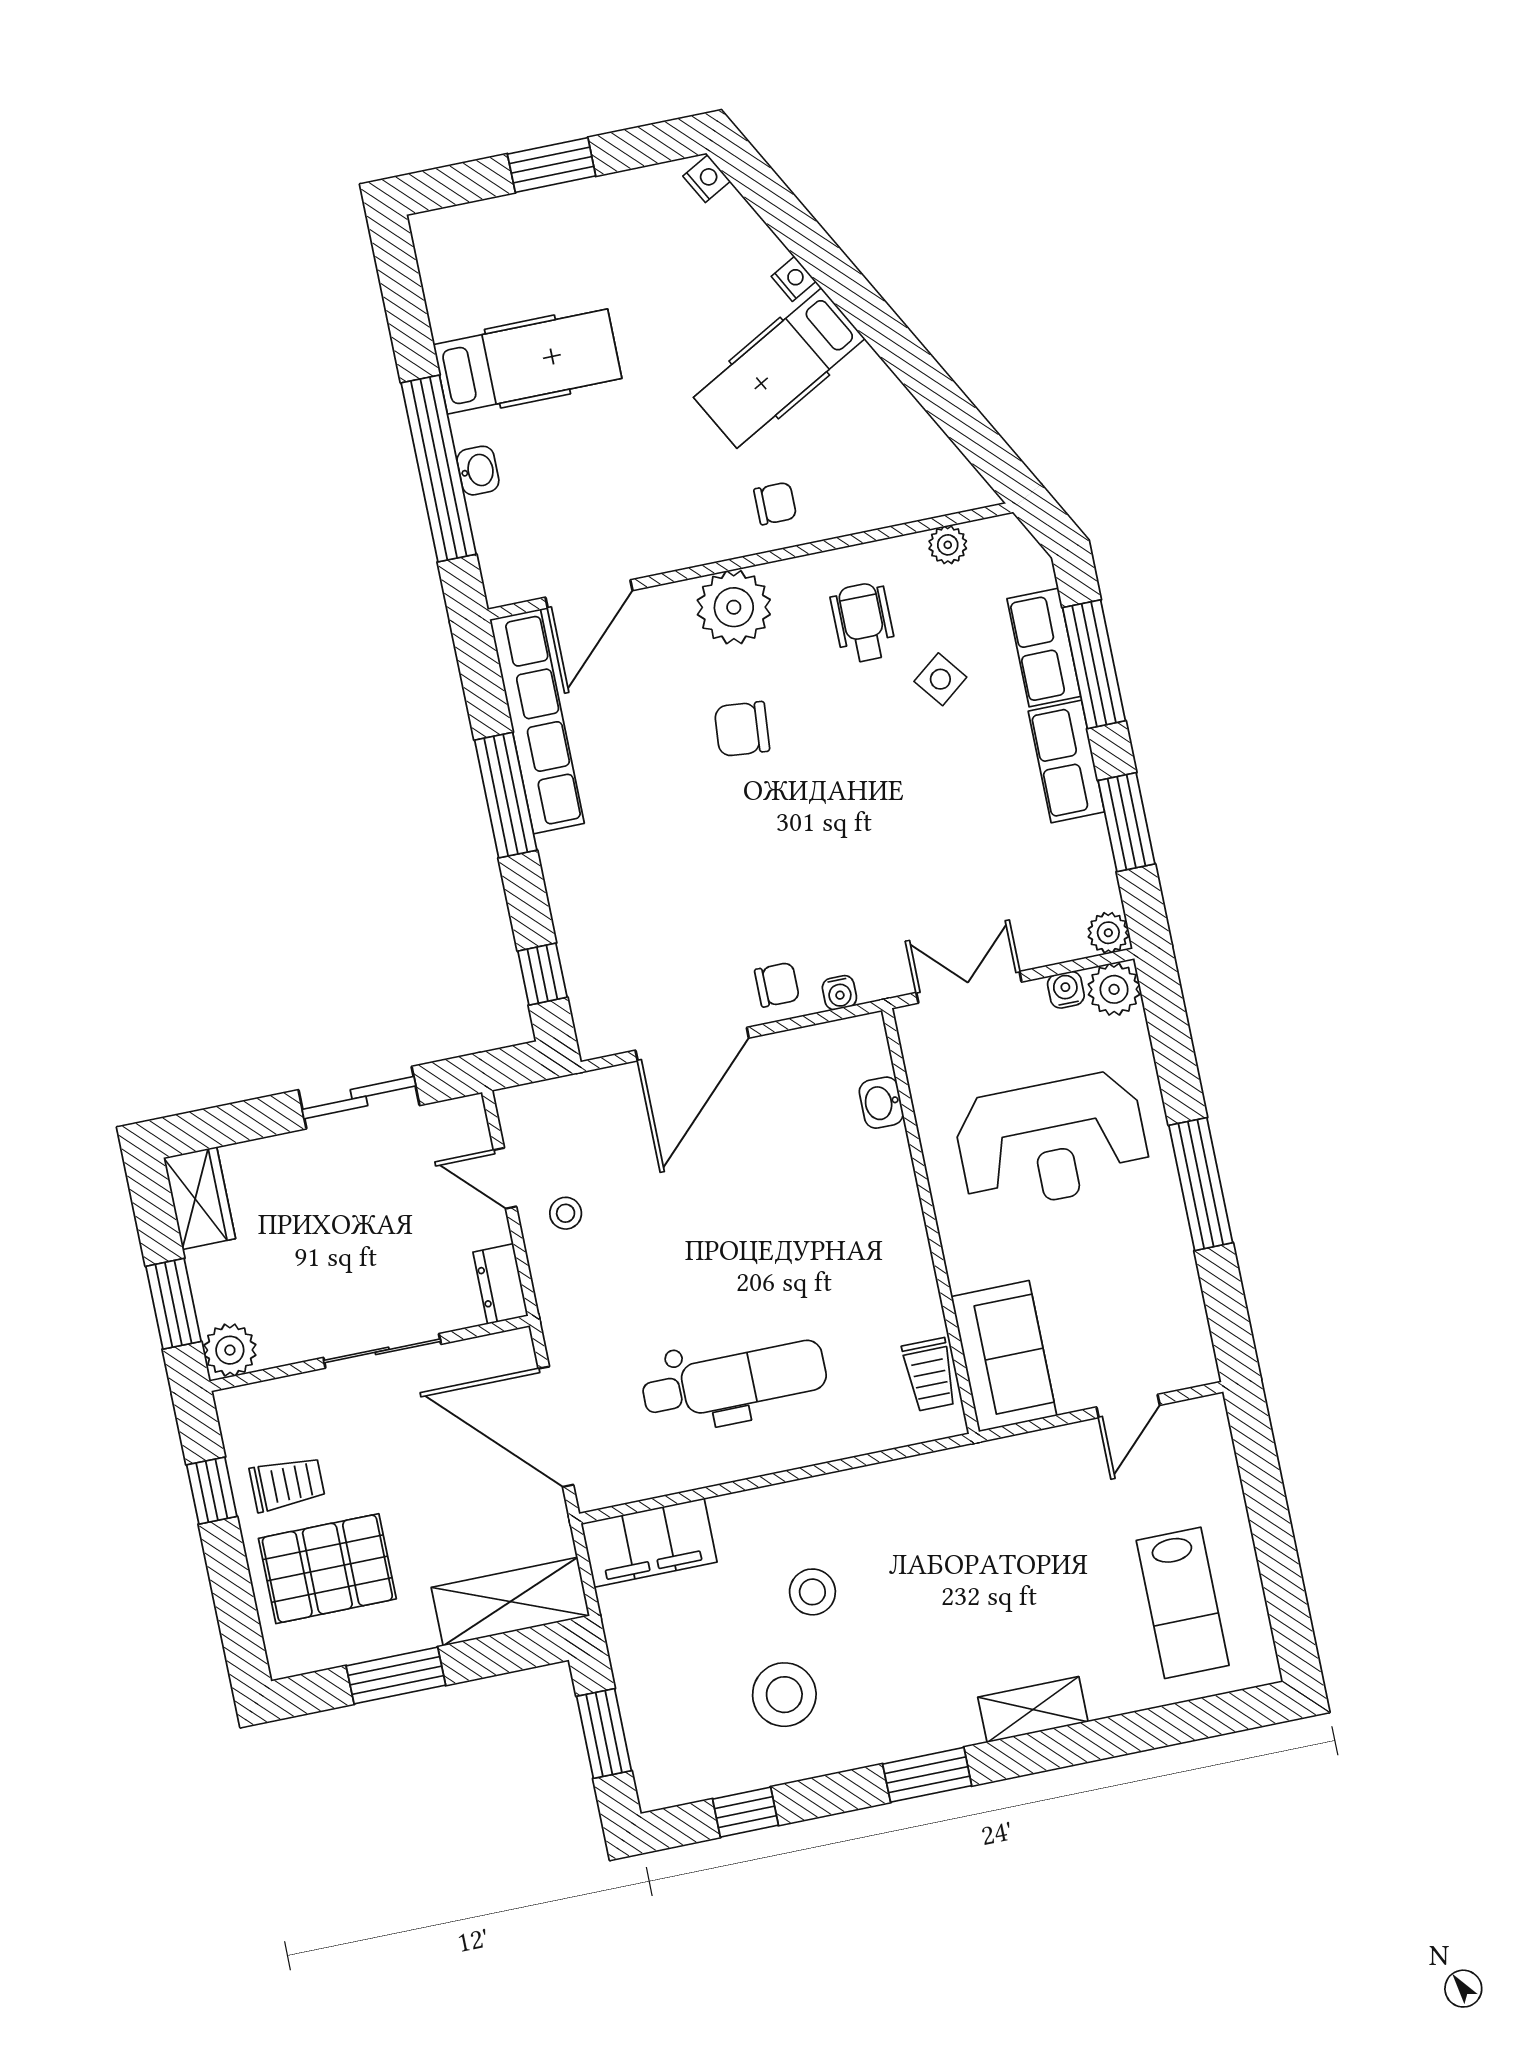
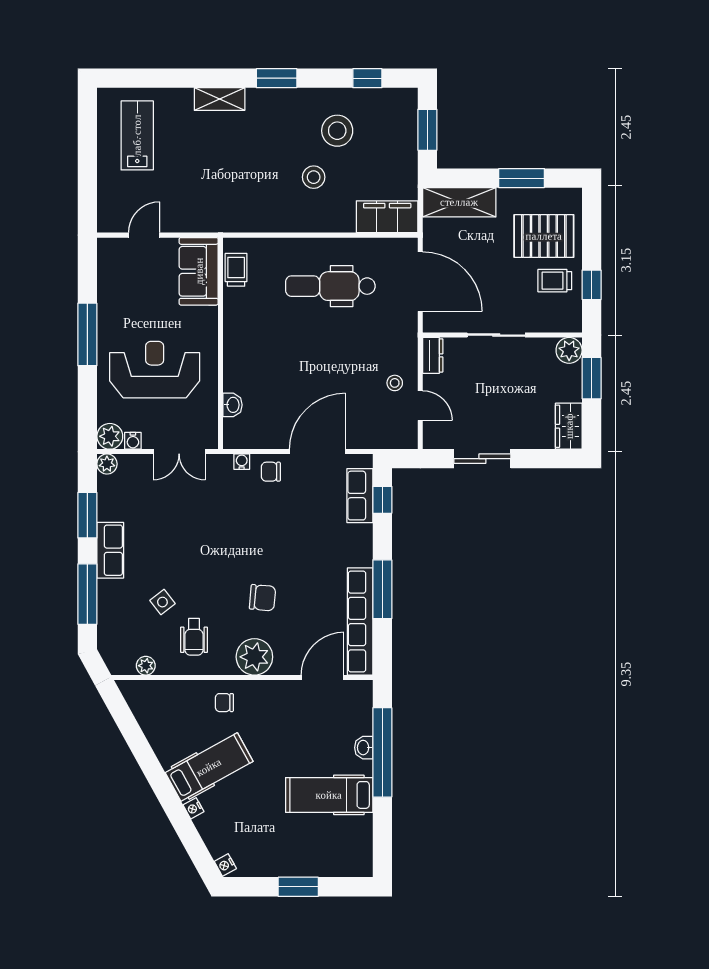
row of seats: (1044, 647) -> (360, 496), moved, turned 180

